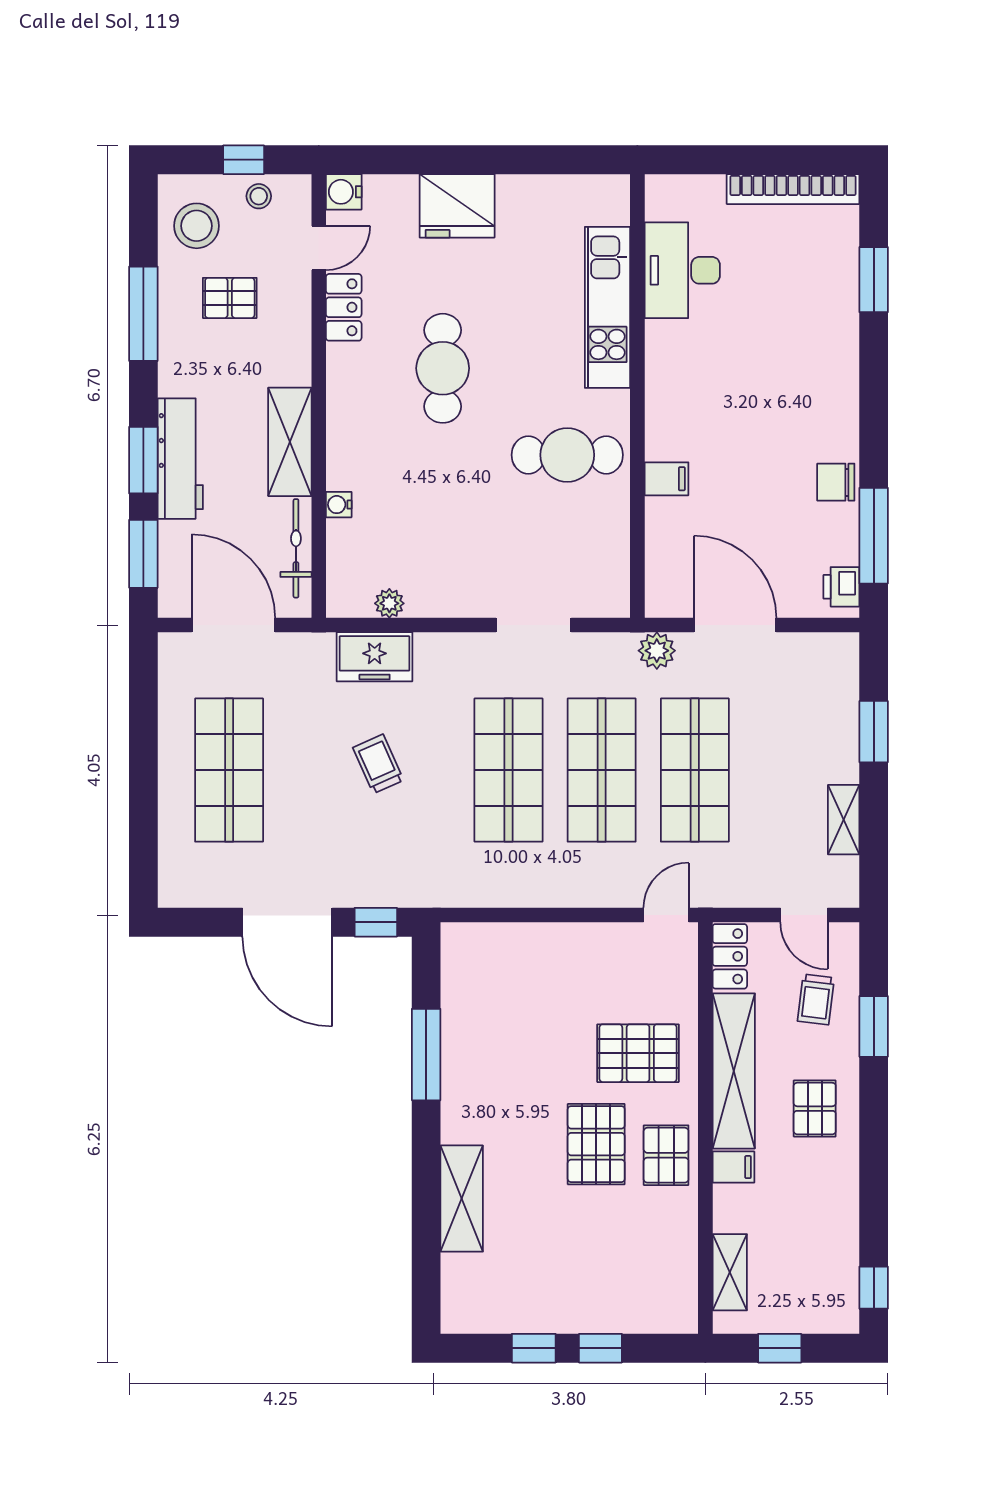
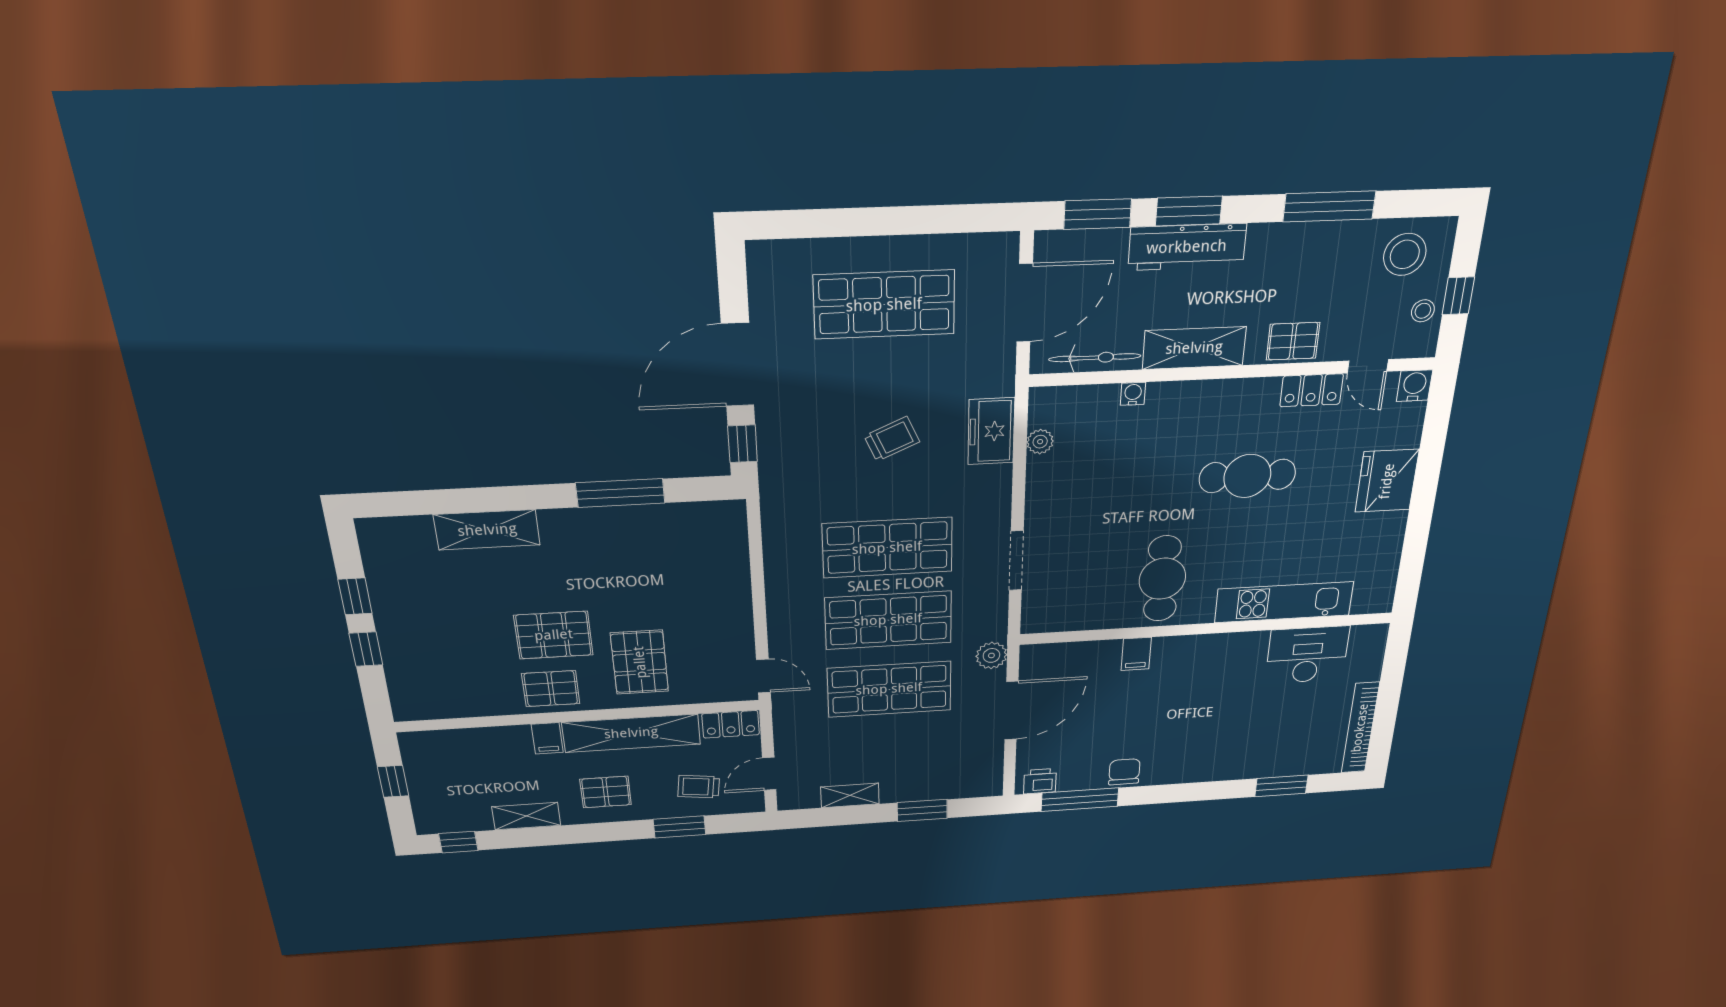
pallet: (230, 298) -> (1293, 341), moved, turned 90
shelving: (730, 1272) -> (526, 816), moved

